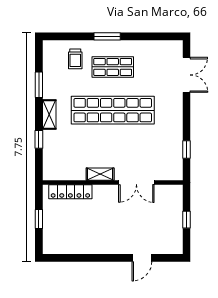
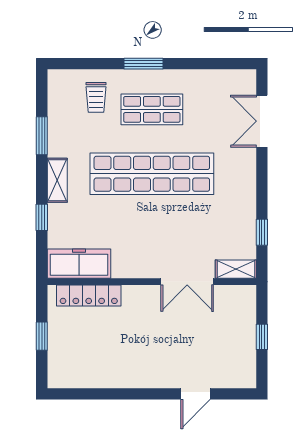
double door: (187, 75) -> (262, 121), swing flipped
freezer: (64, 170) -> (79, 264), added
shelving: (100, 174) -> (236, 269), moved

